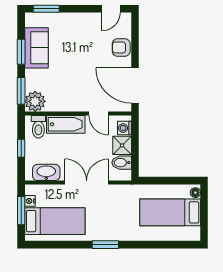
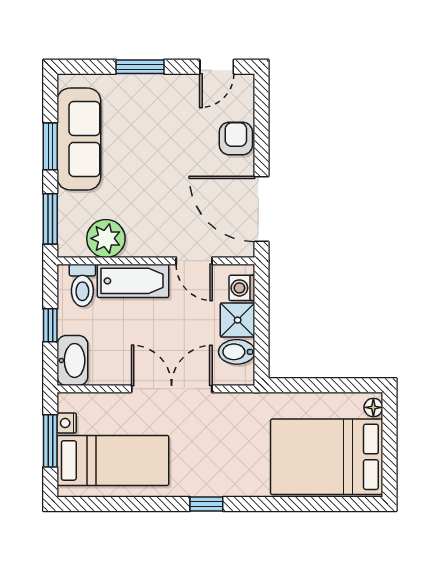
window: (46, 9) -> (140, 67), moved
armchair: (121, 47) -> (236, 138), turned 90
sofa: (36, 48) -> (79, 139), width x1.36
plant: (35, 101) -> (106, 238), moved
washbasin: (46, 172) -> (72, 360), moved, turned 90
bed: (170, 212) -> (327, 457), width x1.50
window: (105, 245) -> (206, 504), width x0.67

